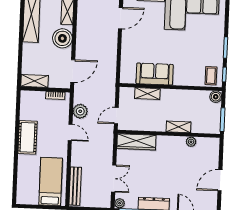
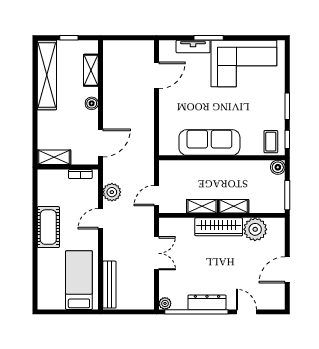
boiler: (62, 38) -> (92, 103), width x0.54, depth x0.54
sofa: (155, 74) -> (209, 142), width x1.36
shelving: (147, 94) -> (202, 206), moved
door: (70, 132) -> (100, 219), swing flipped
wardrobe: (136, 142) -> (219, 227), moved
plant: (191, 142) -> (255, 229), width x1.88, depth x1.88
double door: (114, 179) -> (156, 253), moved

